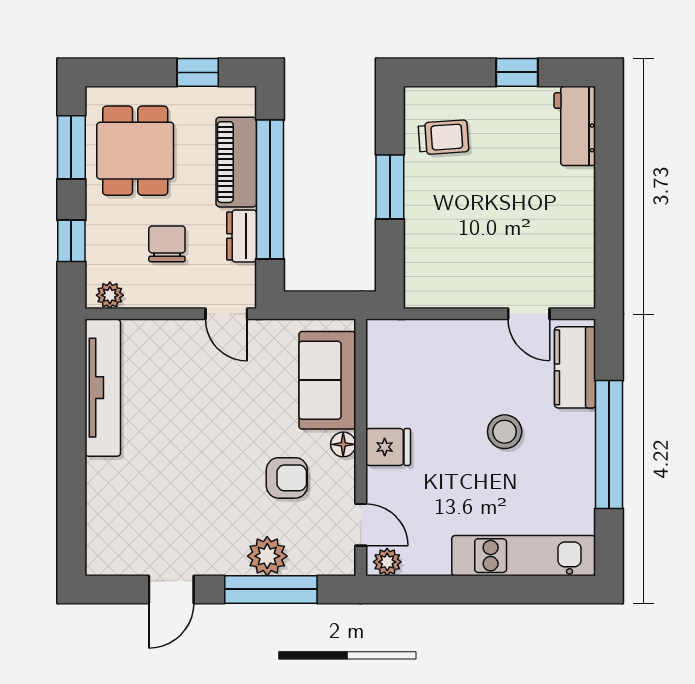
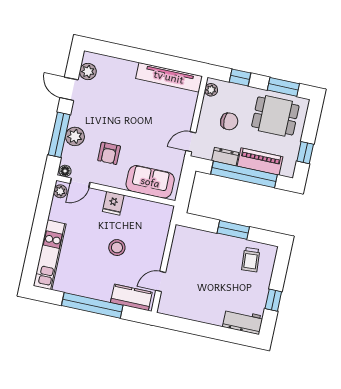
stool: (505, 432) -> (117, 248), moved
floor lamp: (343, 444) -> (65, 171), moved
plant: (127, 558) -> (88, 72), added

